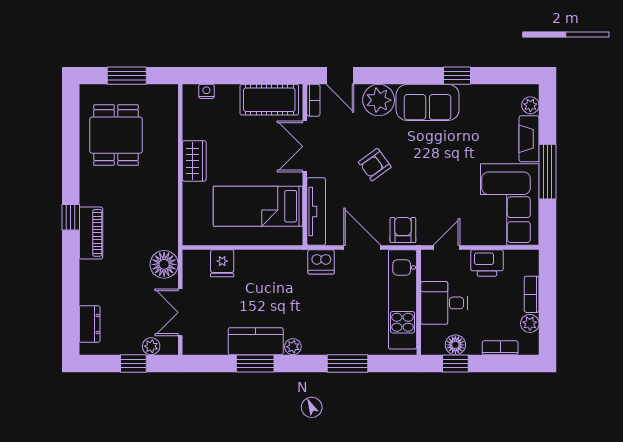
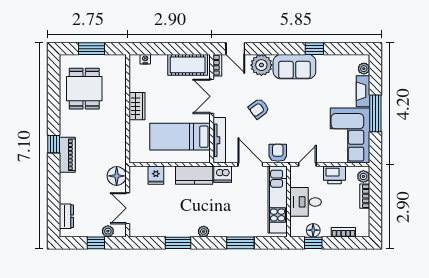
plant: (530, 323) -> (363, 176), moved
kitchen counter: (256, 341) -> (194, 175), moved, turned 180

